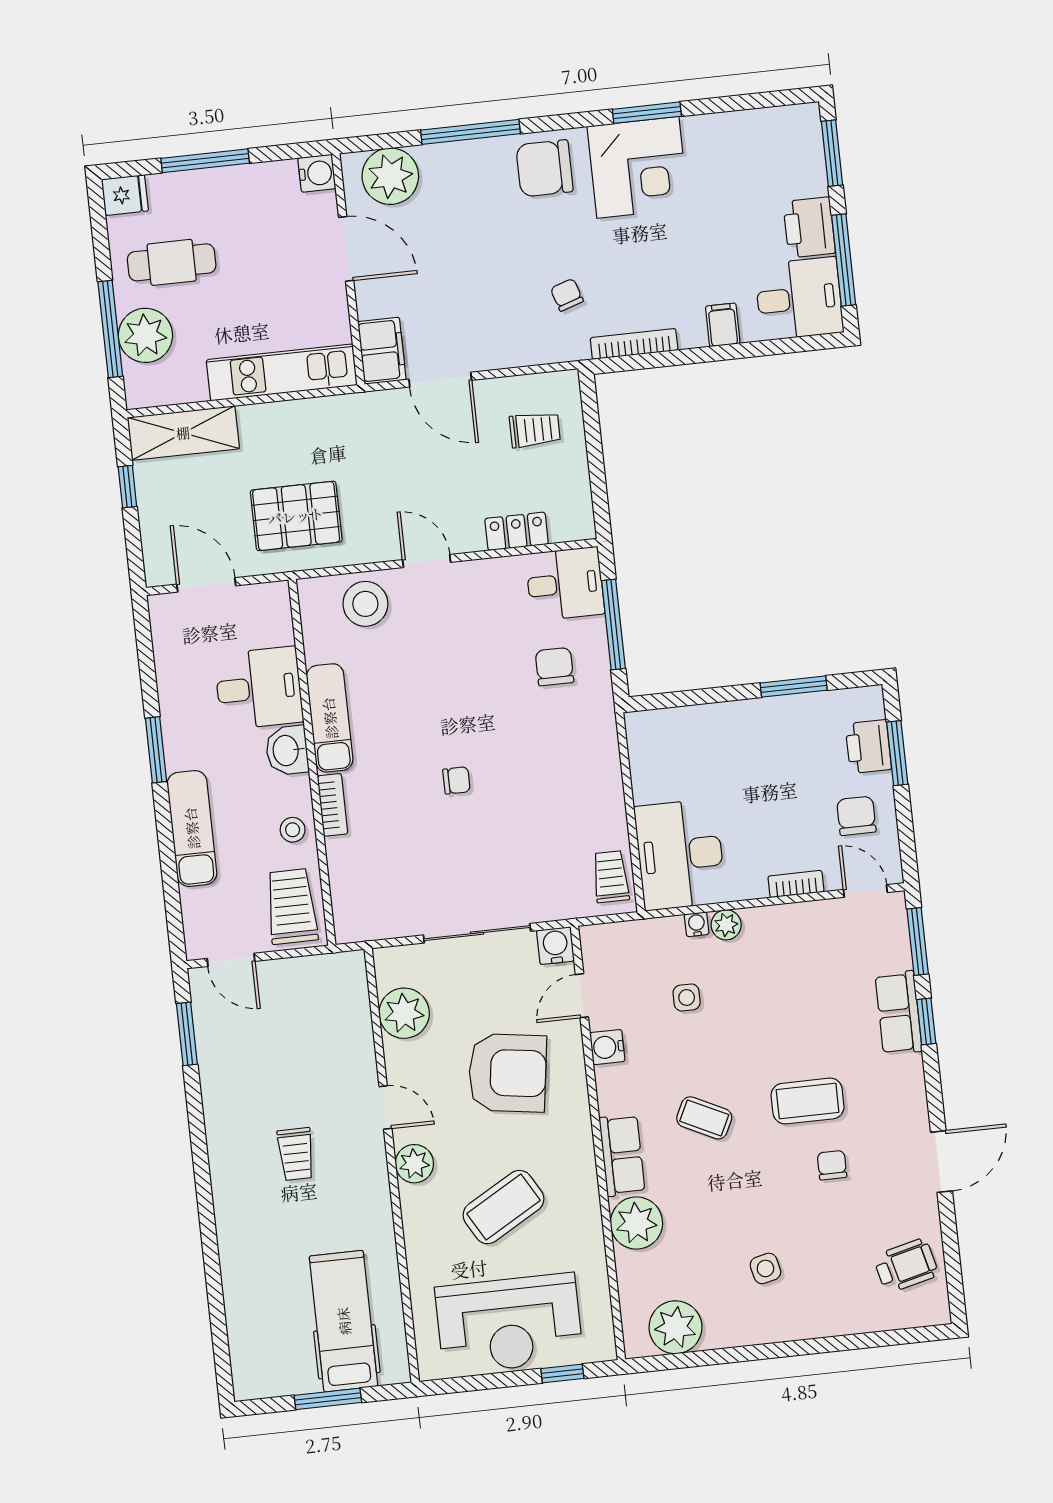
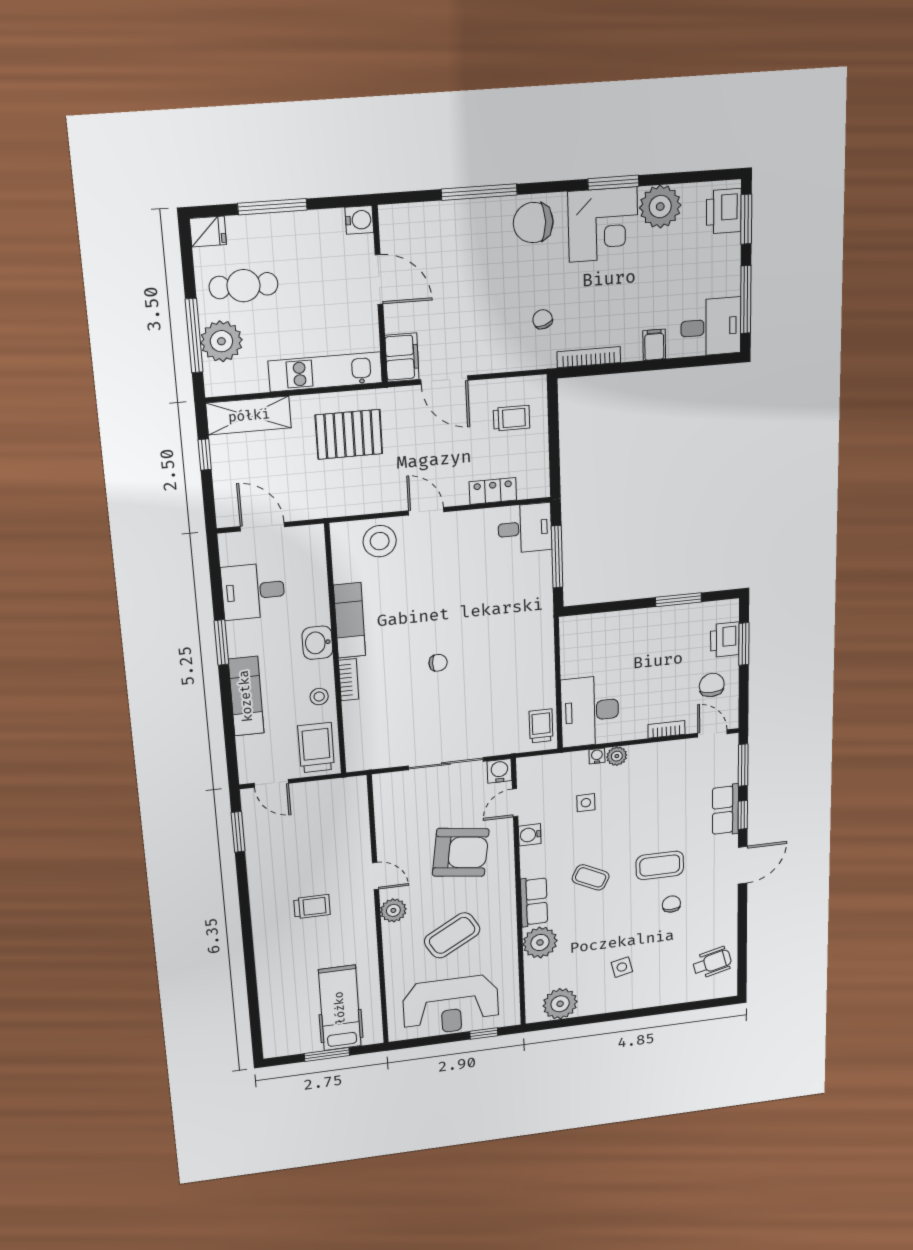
plant: (390, 176) -> (660, 207), moved
printer: (809, 227) -> (724, 211), moved
pallet: (296, 516) -> (349, 434), moved
chair: (554, 667) -> (513, 586), removed
desk: (259, 688) -> (253, 591), moved, turned 180
plant: (404, 1013) -> (392, 816), removed
trolley: (296, 1154) -> (312, 907), turned -90
door: (942, 1162) -> (743, 865), moved

